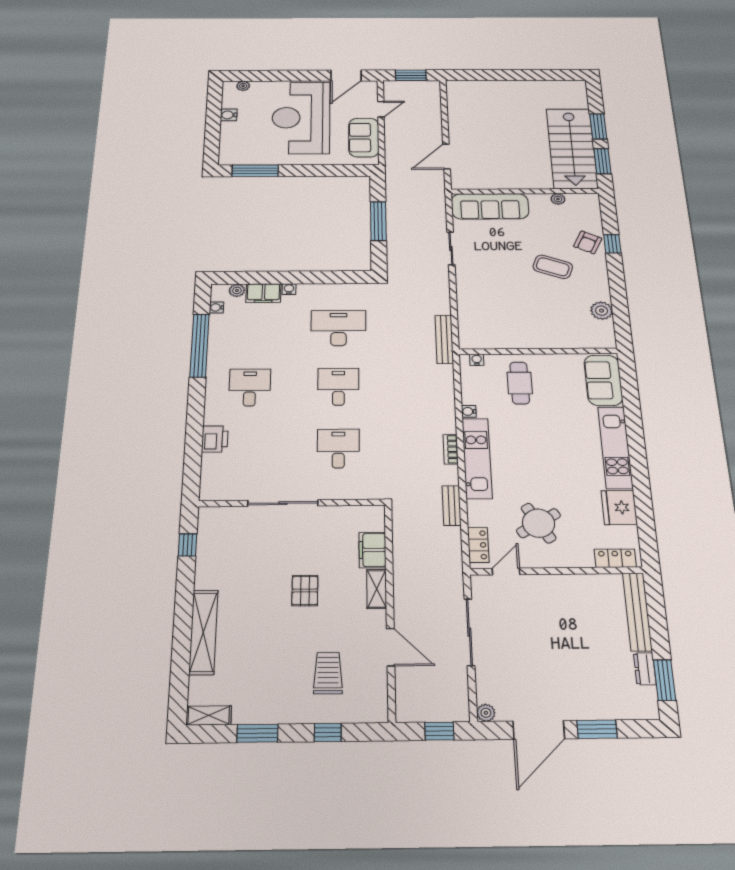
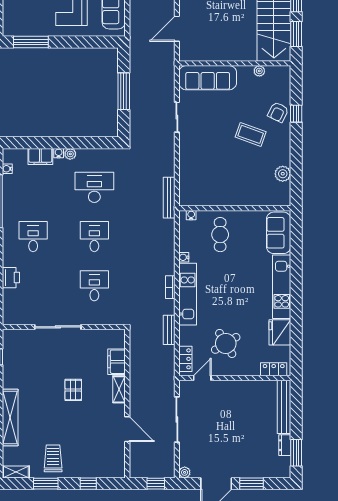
plant: (237, 290) -> (70, 154), moved
trolley: (328, 673) -> (53, 458), moved

